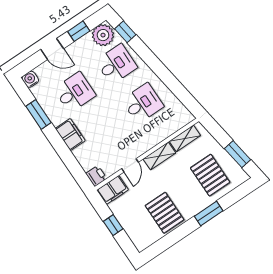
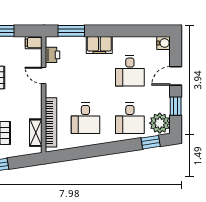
window: (39, 114) -> (71, 31), moved
bookcase: (167, 131) -> (51, 122), added
shelving: (159, 156) -> (36, 103), removed
printer: (96, 176) -> (52, 55), moved, turned -90
filing cabinet: (113, 190) -> (34, 43), width x0.50

